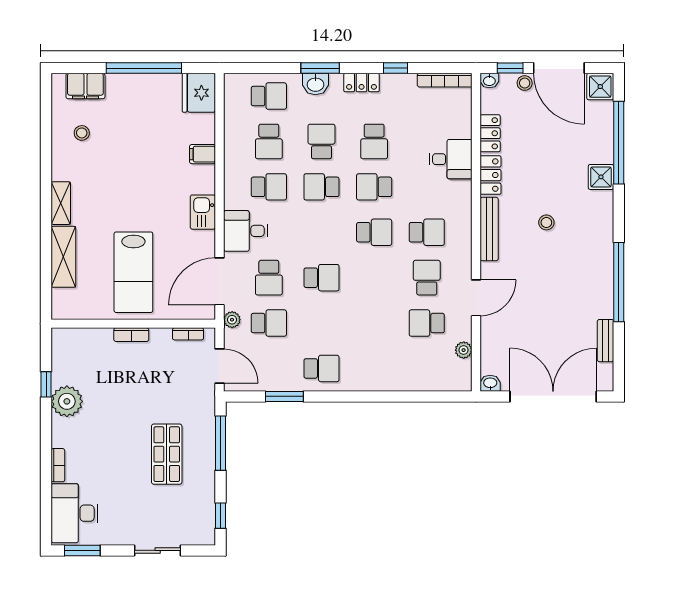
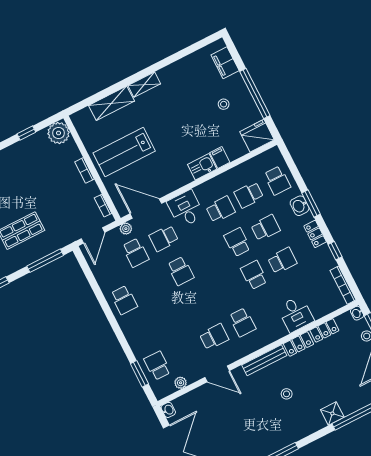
stool: (82, 133) -> (224, 104), moved
school desk: (374, 141) -> (282, 261), turned 180
school desk: (269, 187) -> (221, 209), turned -90
kitchen sink: (203, 212) -> (202, 167), moved
school desk: (374, 232) -> (226, 289), removed
school desk: (427, 323) -> (157, 366), moved
window: (284, 396) -> (139, 374), moved
plant: (67, 401) -> (59, 133), moved

